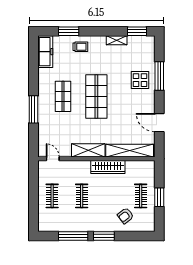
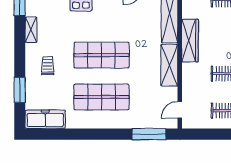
trolley: (80, 47) -> (48, 66), moved
shop shelf: (63, 96) -> (101, 97), width x1.43, depth x1.36
window: (33, 109) -> (149, 134), moved

